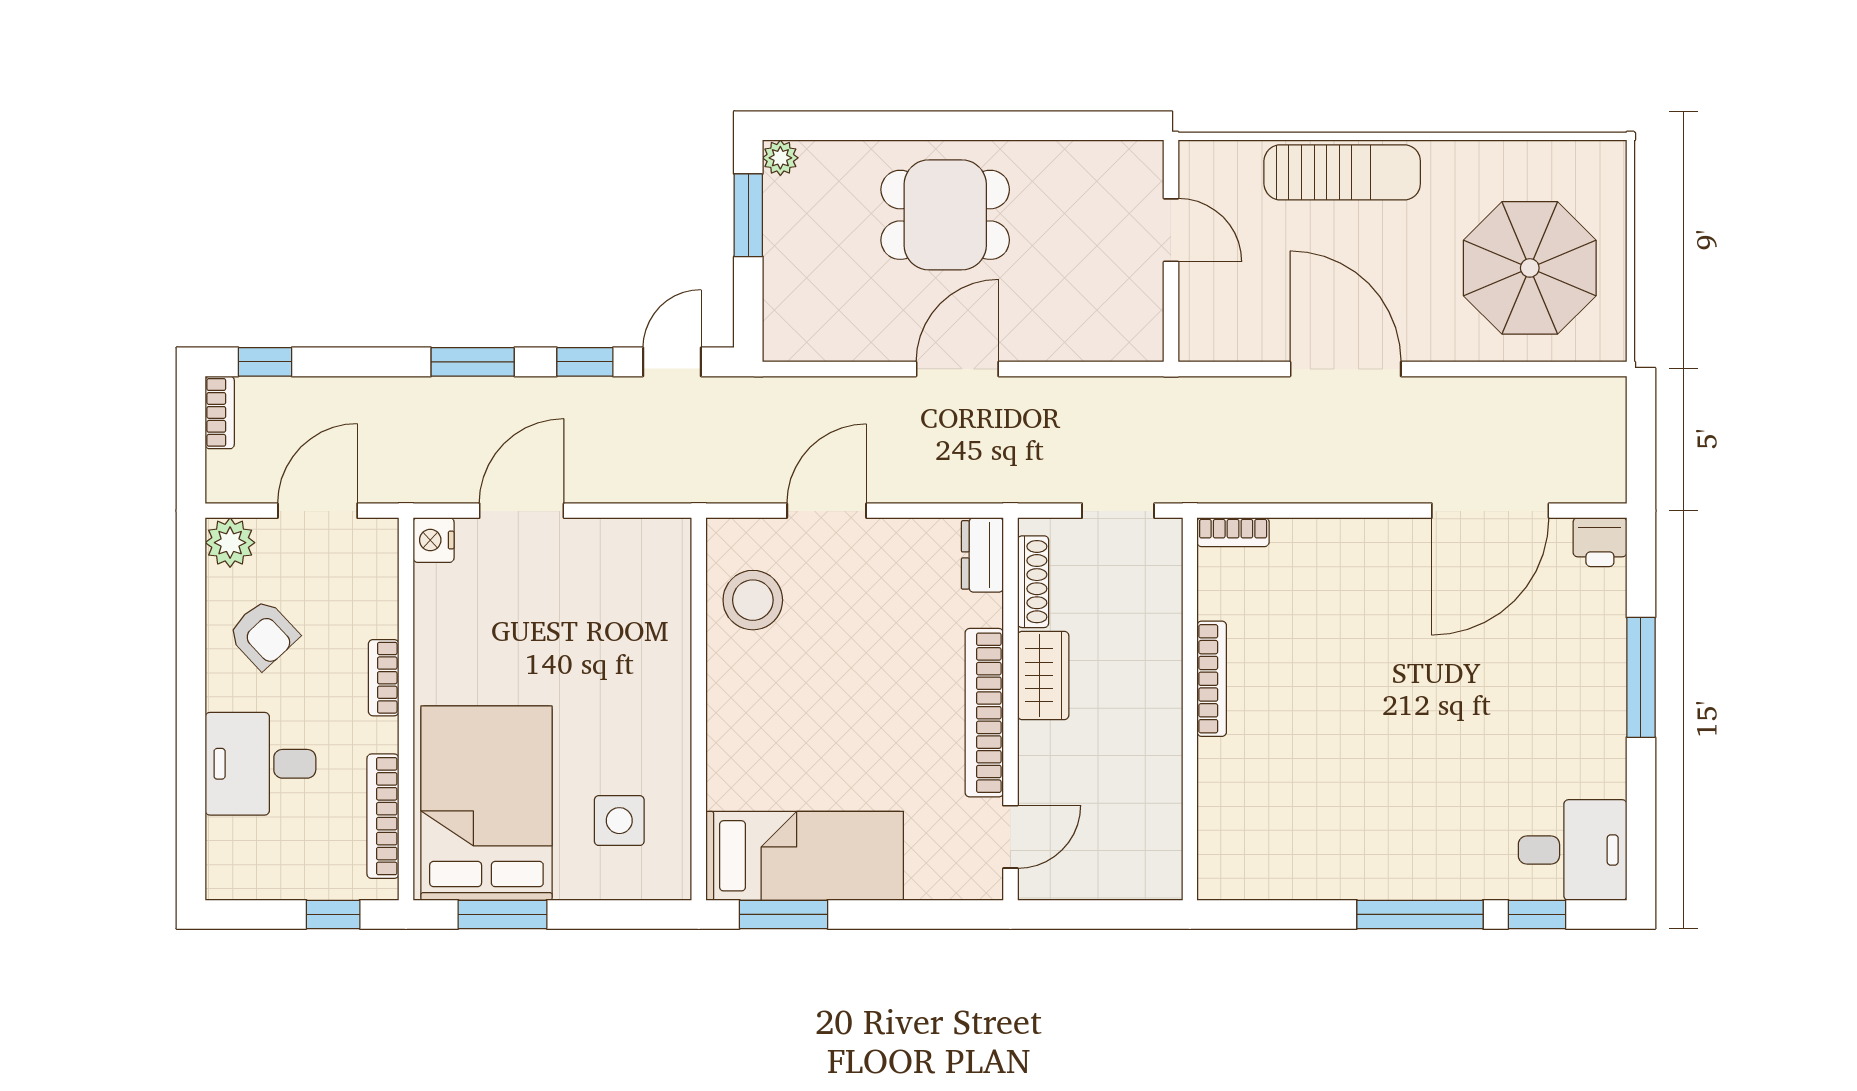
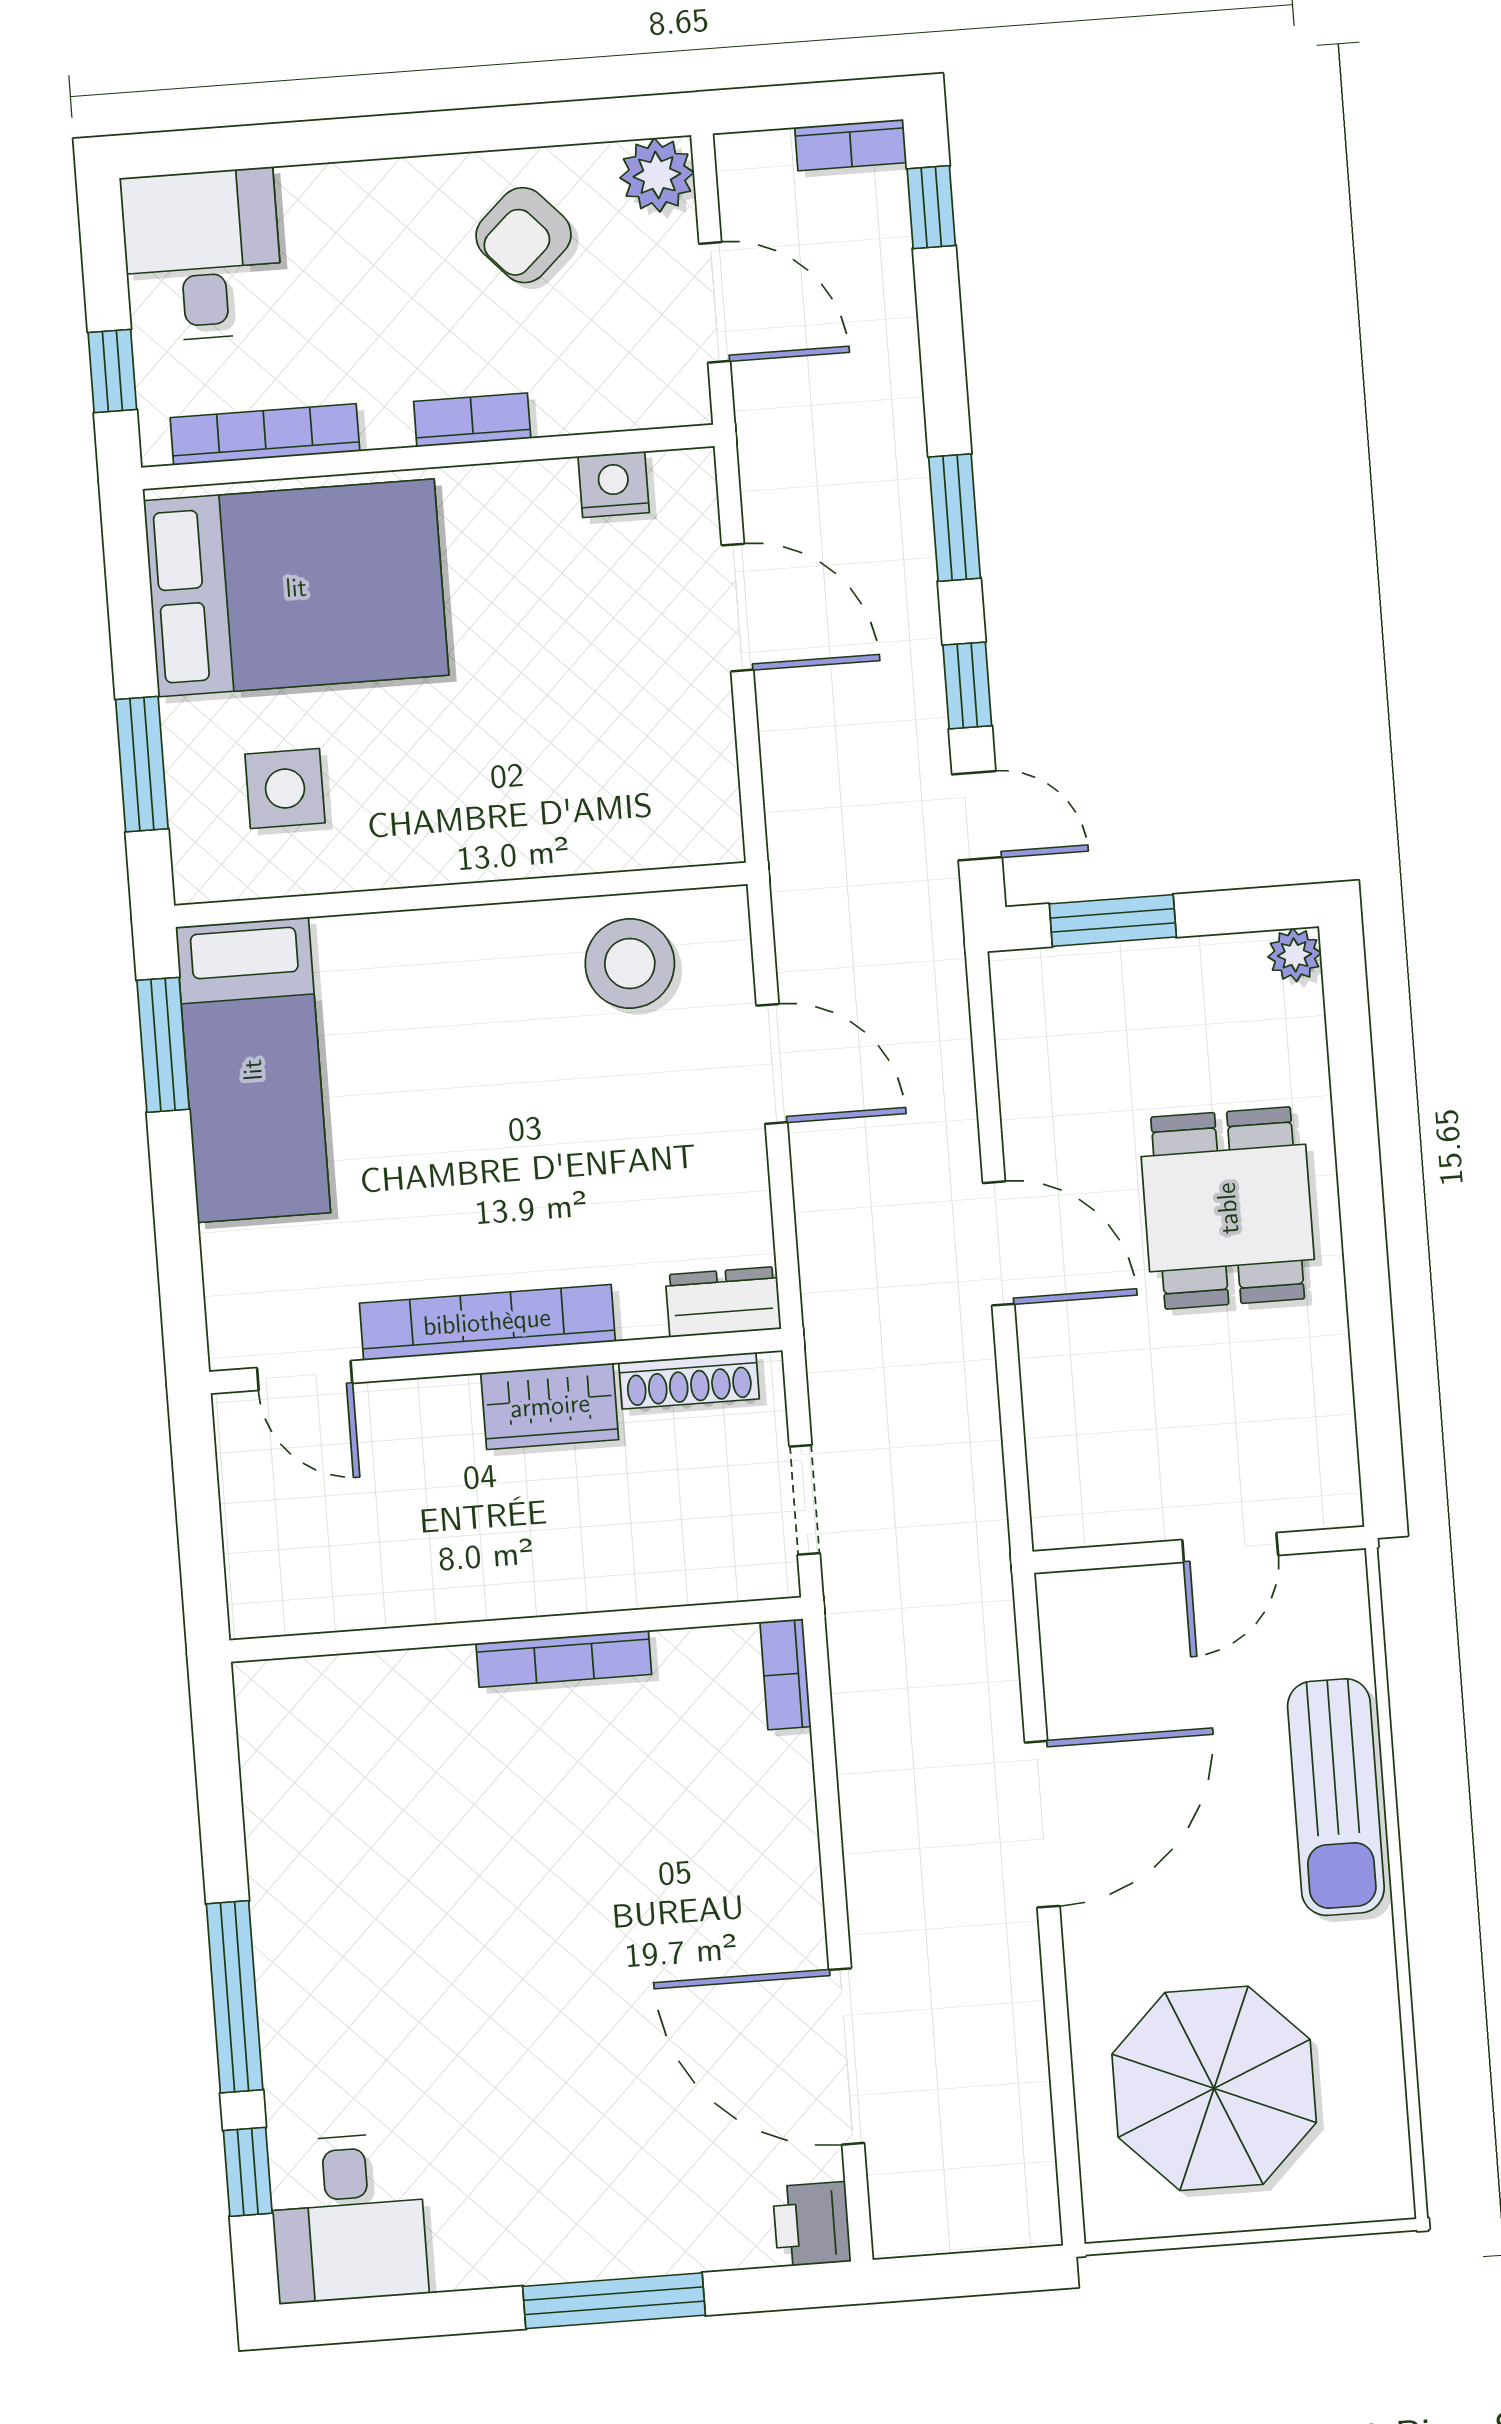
window: (748, 215) -> (1113, 920), moved
nightstand: (434, 540) -> (614, 484), moved
desk: (261, 764) -> (202, 255), moved
window: (503, 914) -> (142, 764), moved

